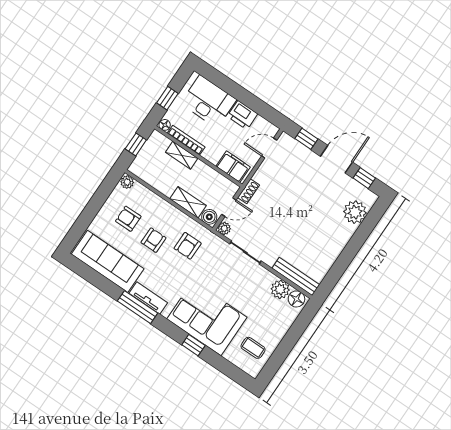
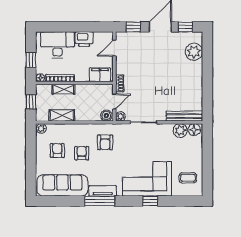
shelving: (188, 202) -> (62, 115), moved
armchair: (128, 219) -> (57, 151), turned 90

